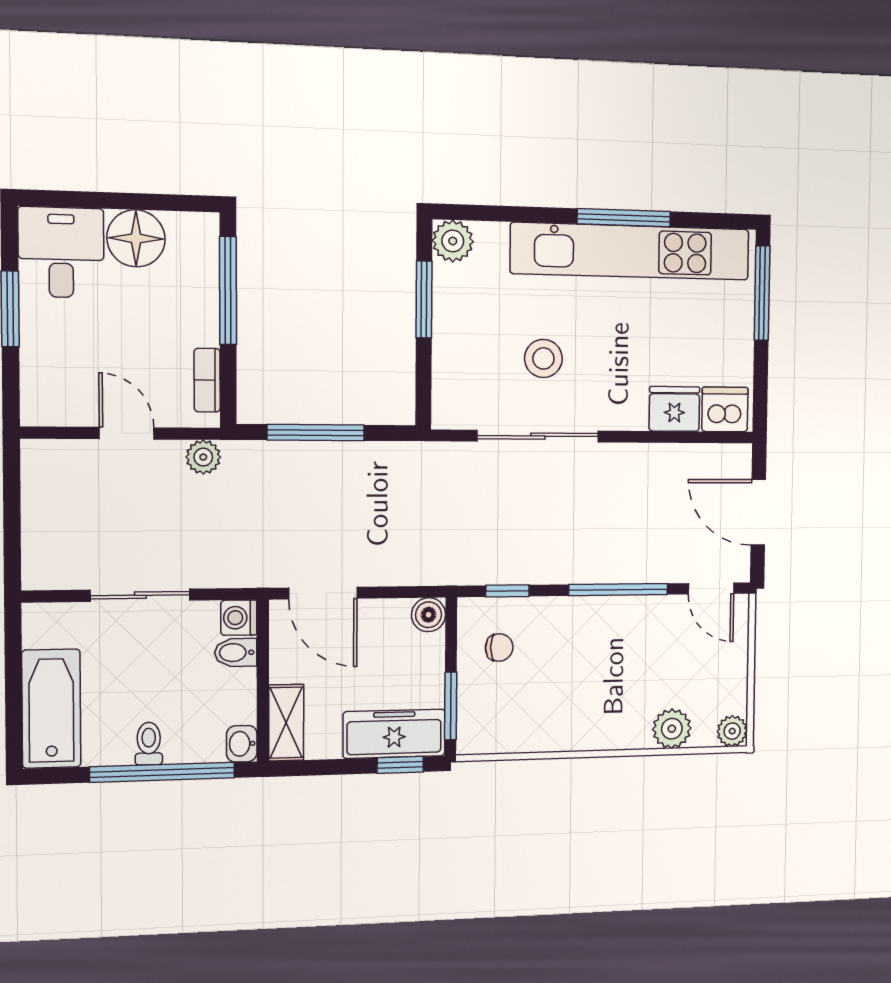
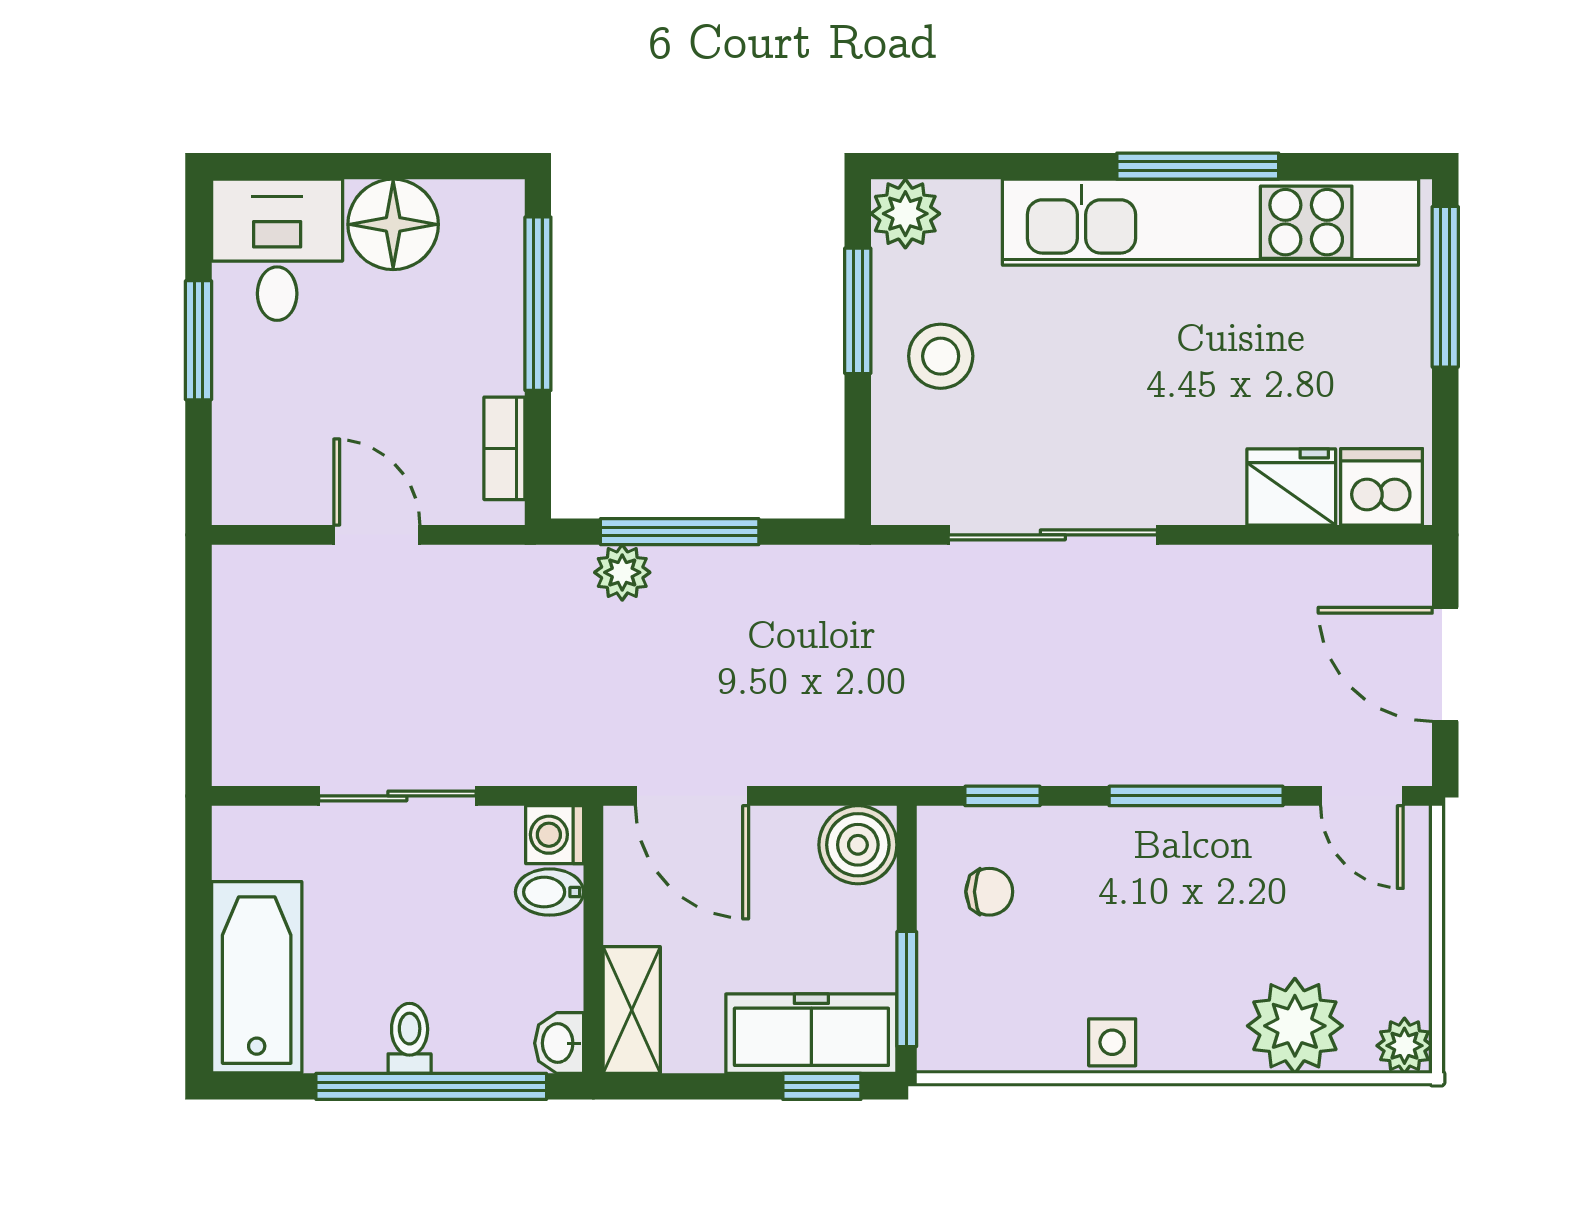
stool: (543, 358) -> (941, 356), moved
plant: (203, 457) -> (622, 572), moved
boiler: (428, 615) -> (858, 845), width x1.36, depth x1.36
plant: (672, 729) -> (1295, 1026), width x1.36, depth x1.36
side table: (569, 734) -> (1112, 1042), added

